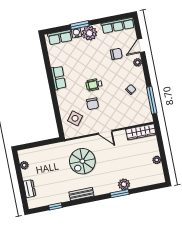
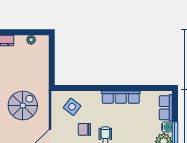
row of seats: (58, 78) -> (121, 97), width x1.48
spiral stairs: (82, 161) -> (23, 105), turned 90

